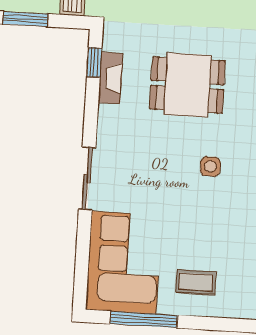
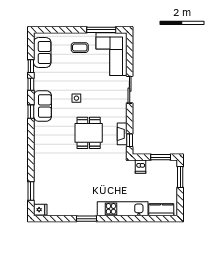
dining table: (187, 85) -> (89, 133), turned 90

